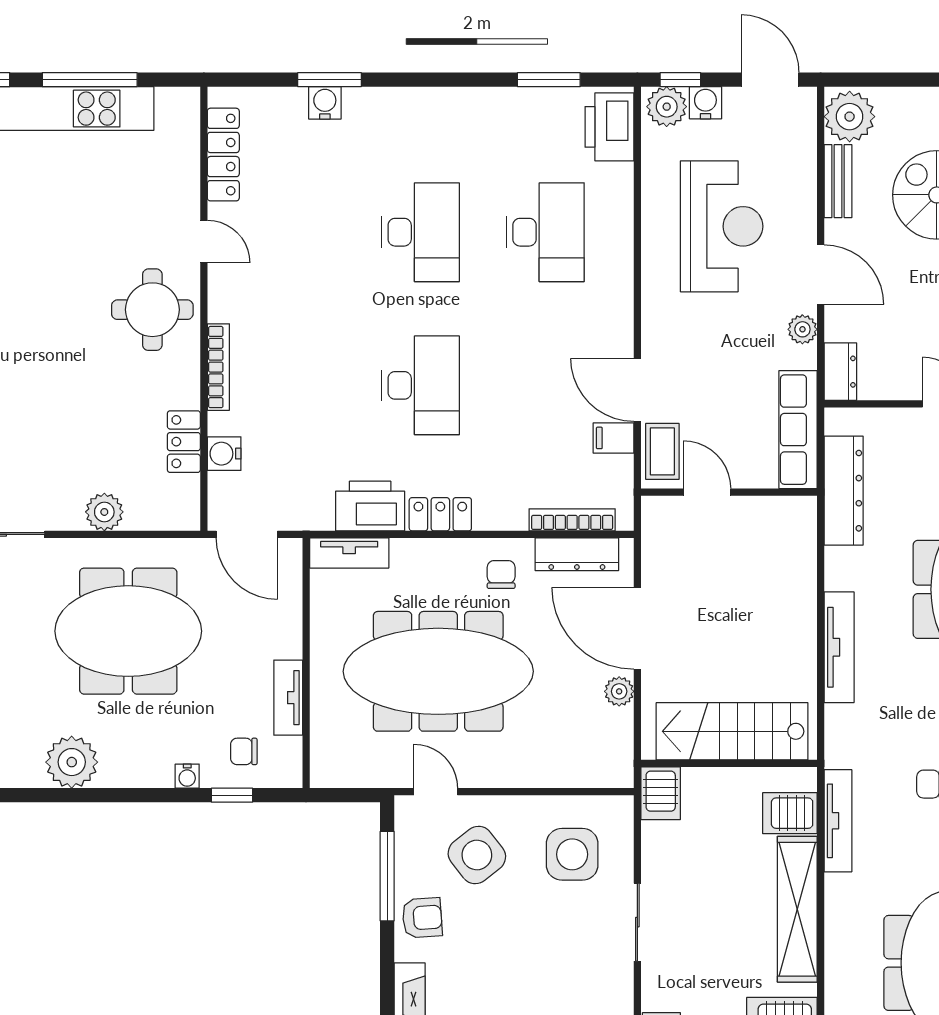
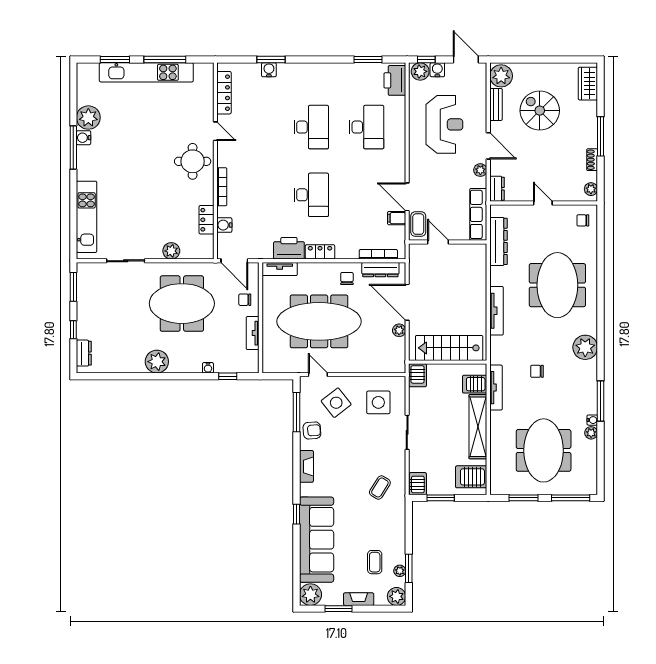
chair: (244, 751) -> (245, 300), moved

